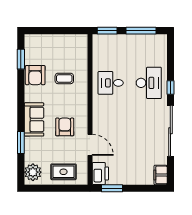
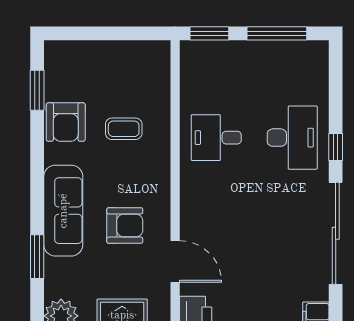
sofa: (34, 119) -> (63, 211), width x1.36
armchair: (65, 127) -> (125, 226), turned 90

